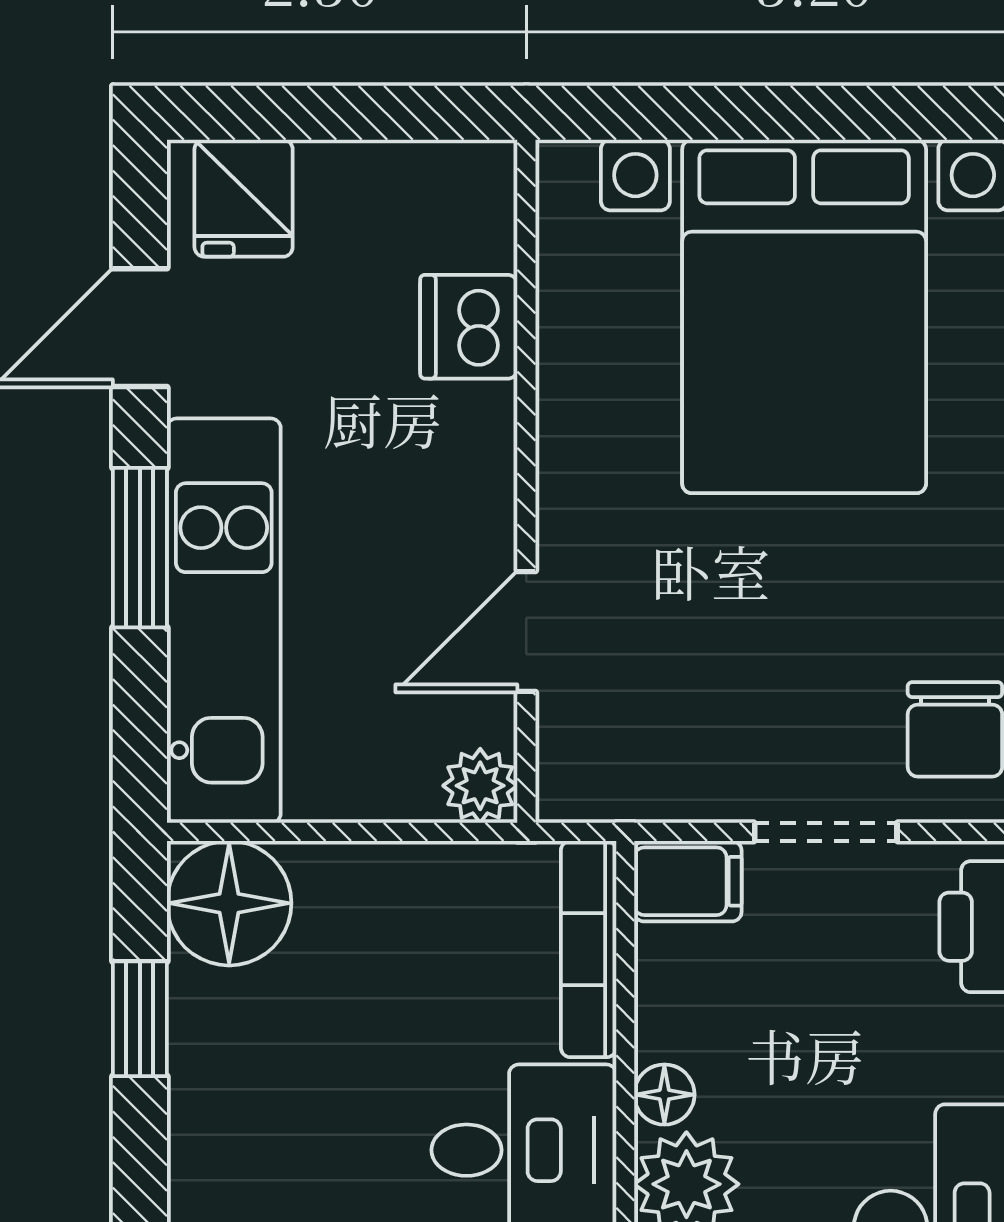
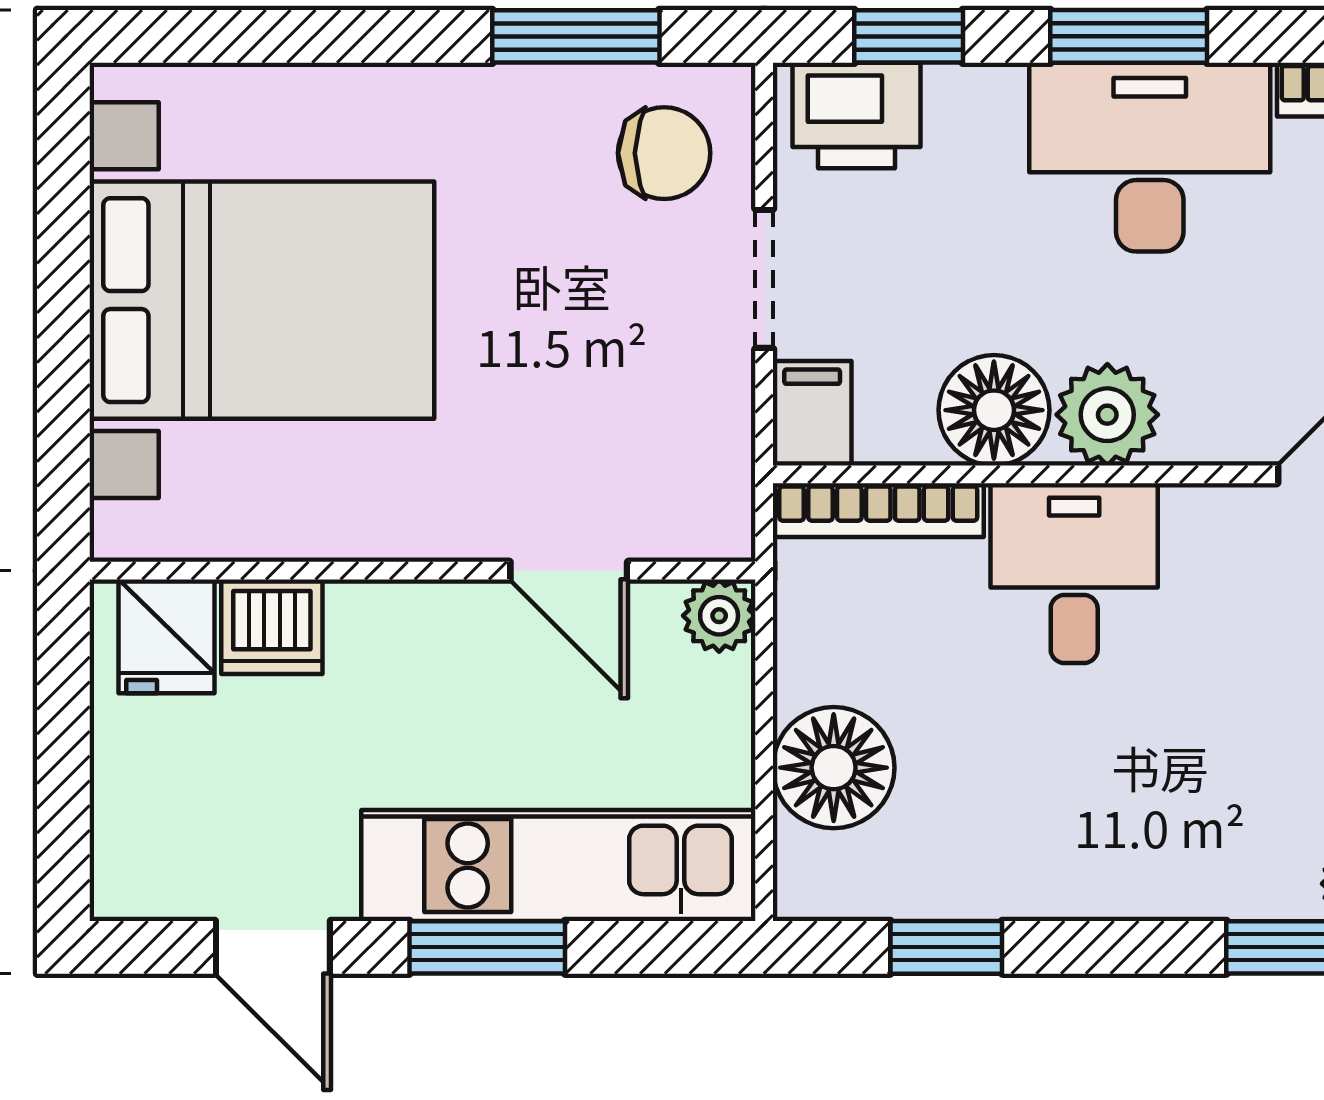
fridge: (244, 198) -> (167, 636), moved, turned 90
floor lamp: (229, 903) -> (834, 768), moved
floor lamp: (664, 1095) -> (994, 410), width x1.89, depth x1.89

